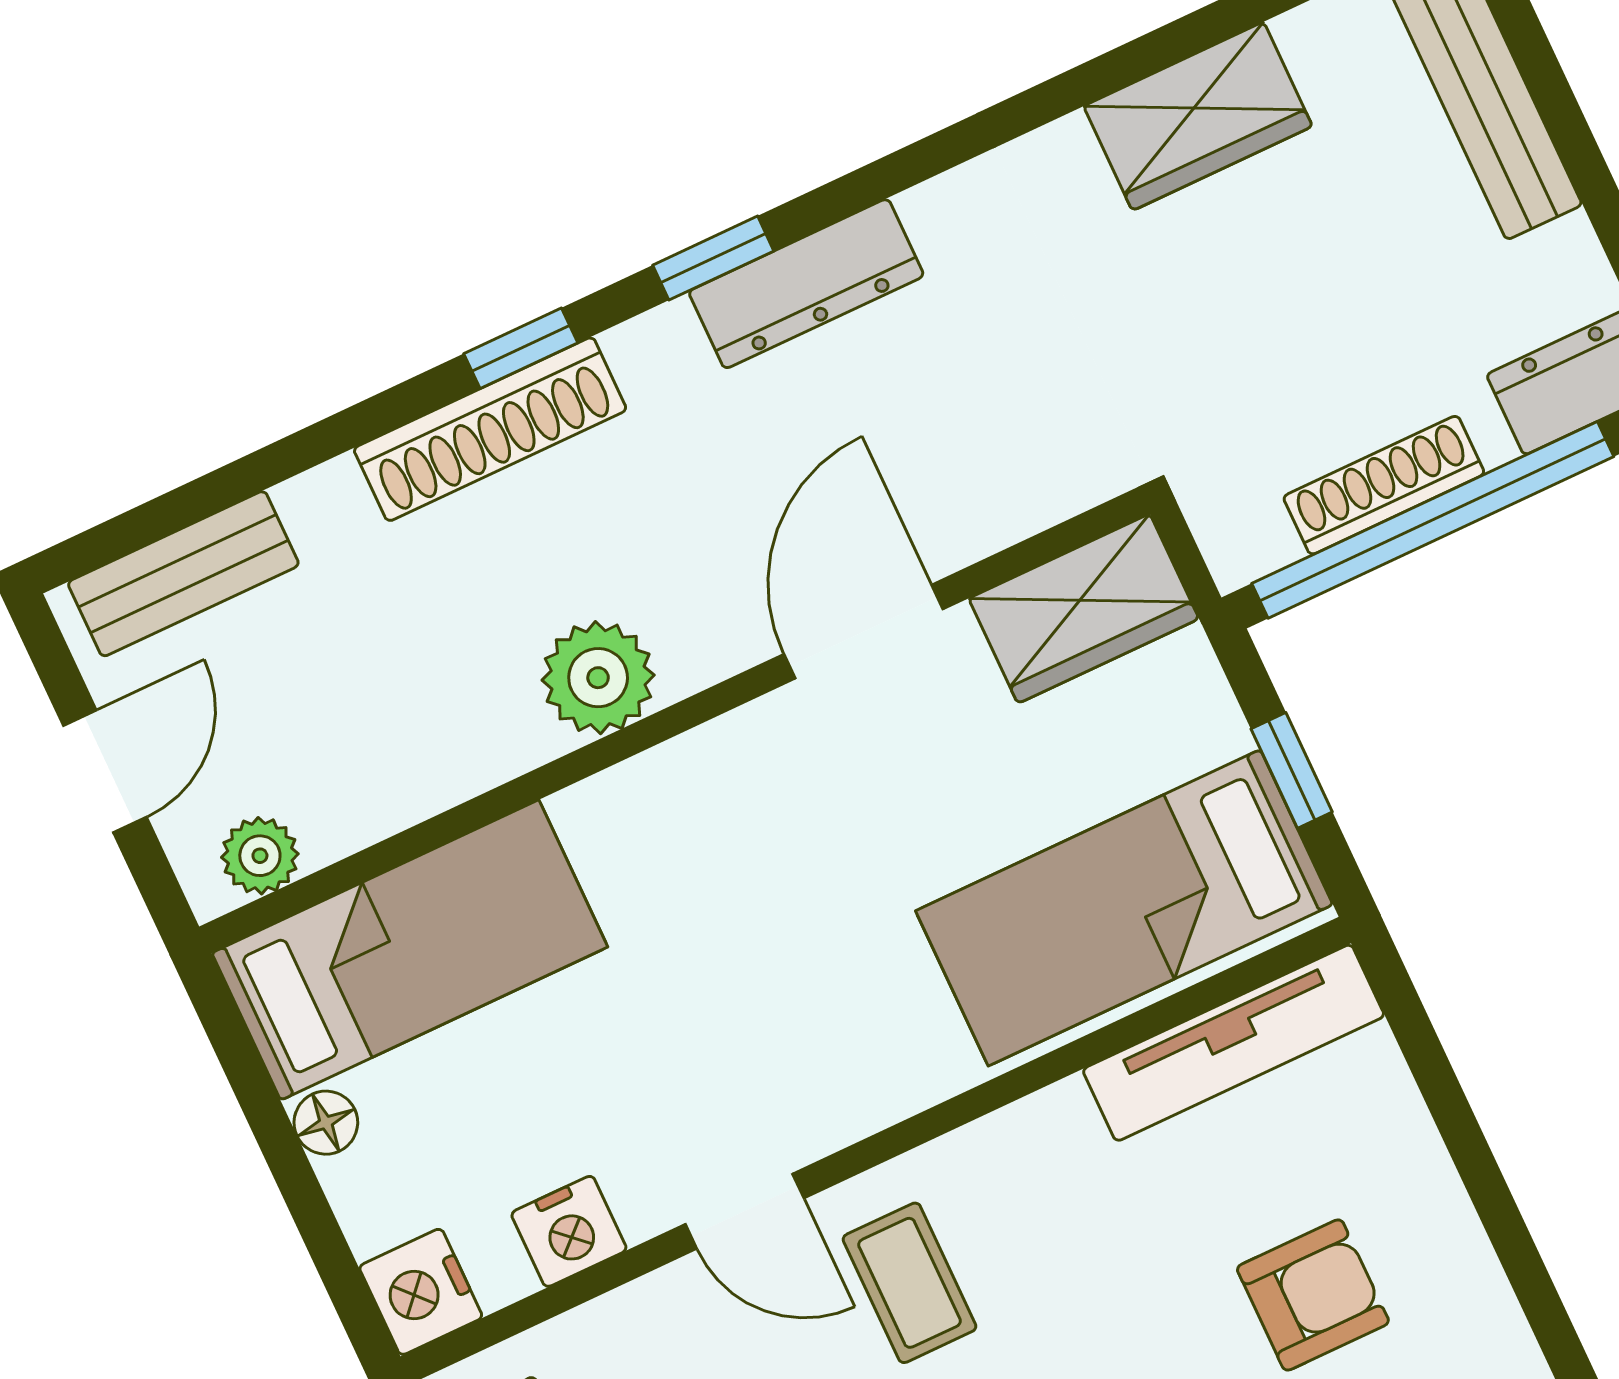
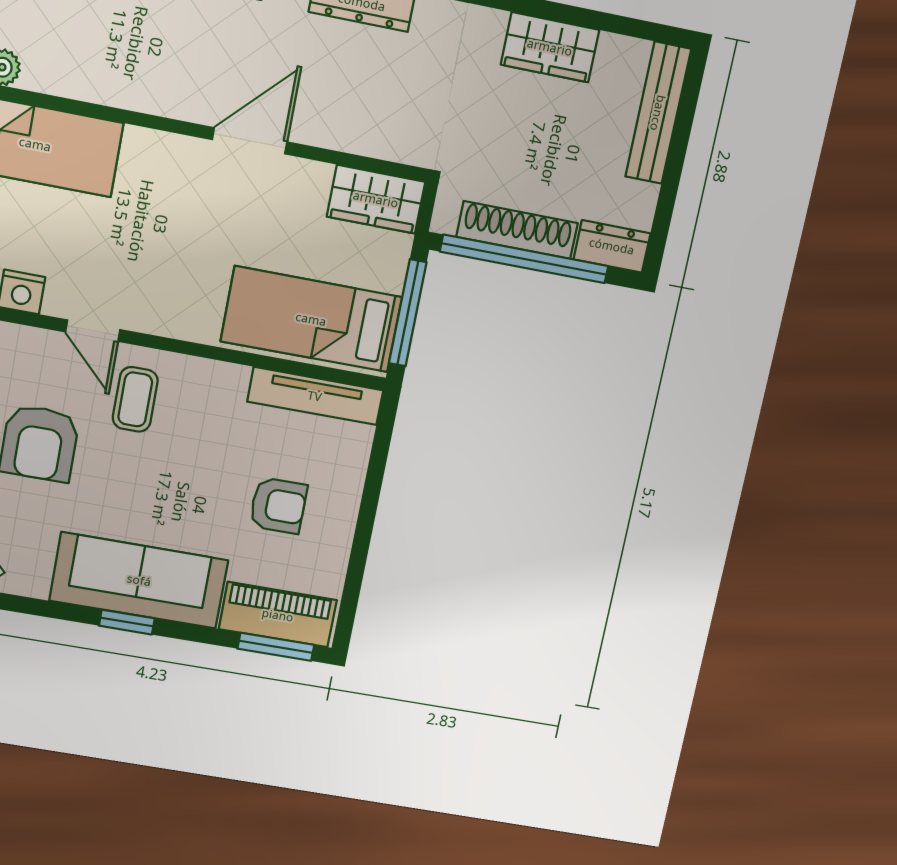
shoe rack: (1384, 485) -> (517, 230), width x1.36, depth x1.24
door: (863, 632) -> (250, 141), moved
plant: (598, 678) -> (178, 93), removed
window: (1292, 770) -> (408, 313), width x2.17

